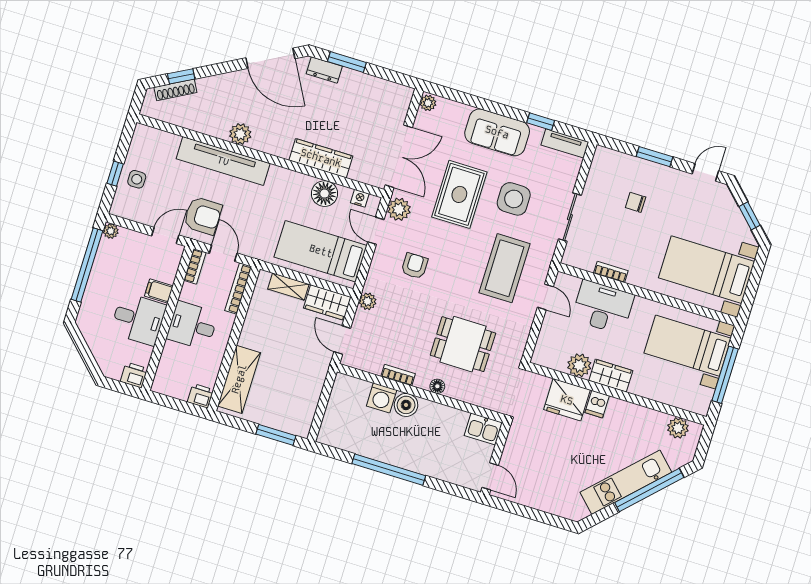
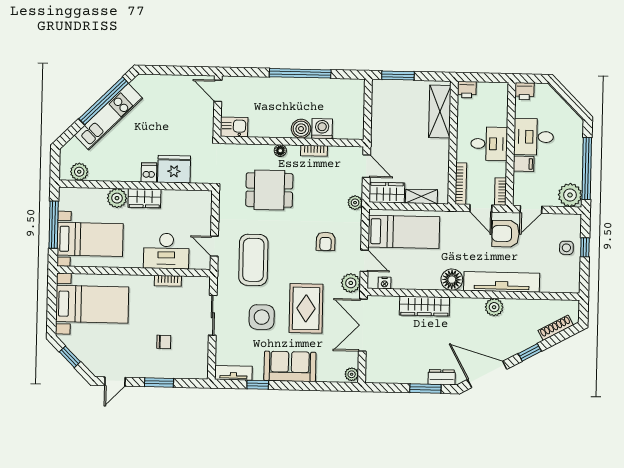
window: (181, 76) -> (530, 352), moved
floor lamp: (325, 194) -> (452, 280), moved
plant: (111, 231) -> (570, 195), width x1.88, depth x1.88
plant: (579, 365) -> (117, 198), moved
window: (649, 490) -> (104, 101), moved

